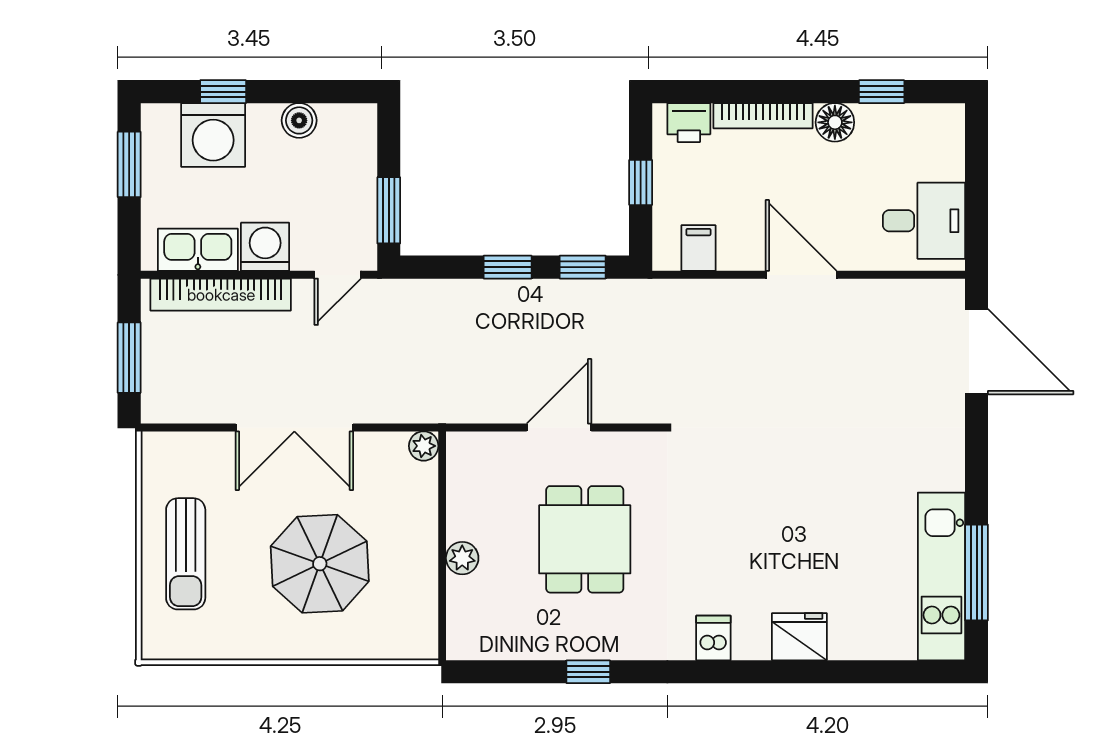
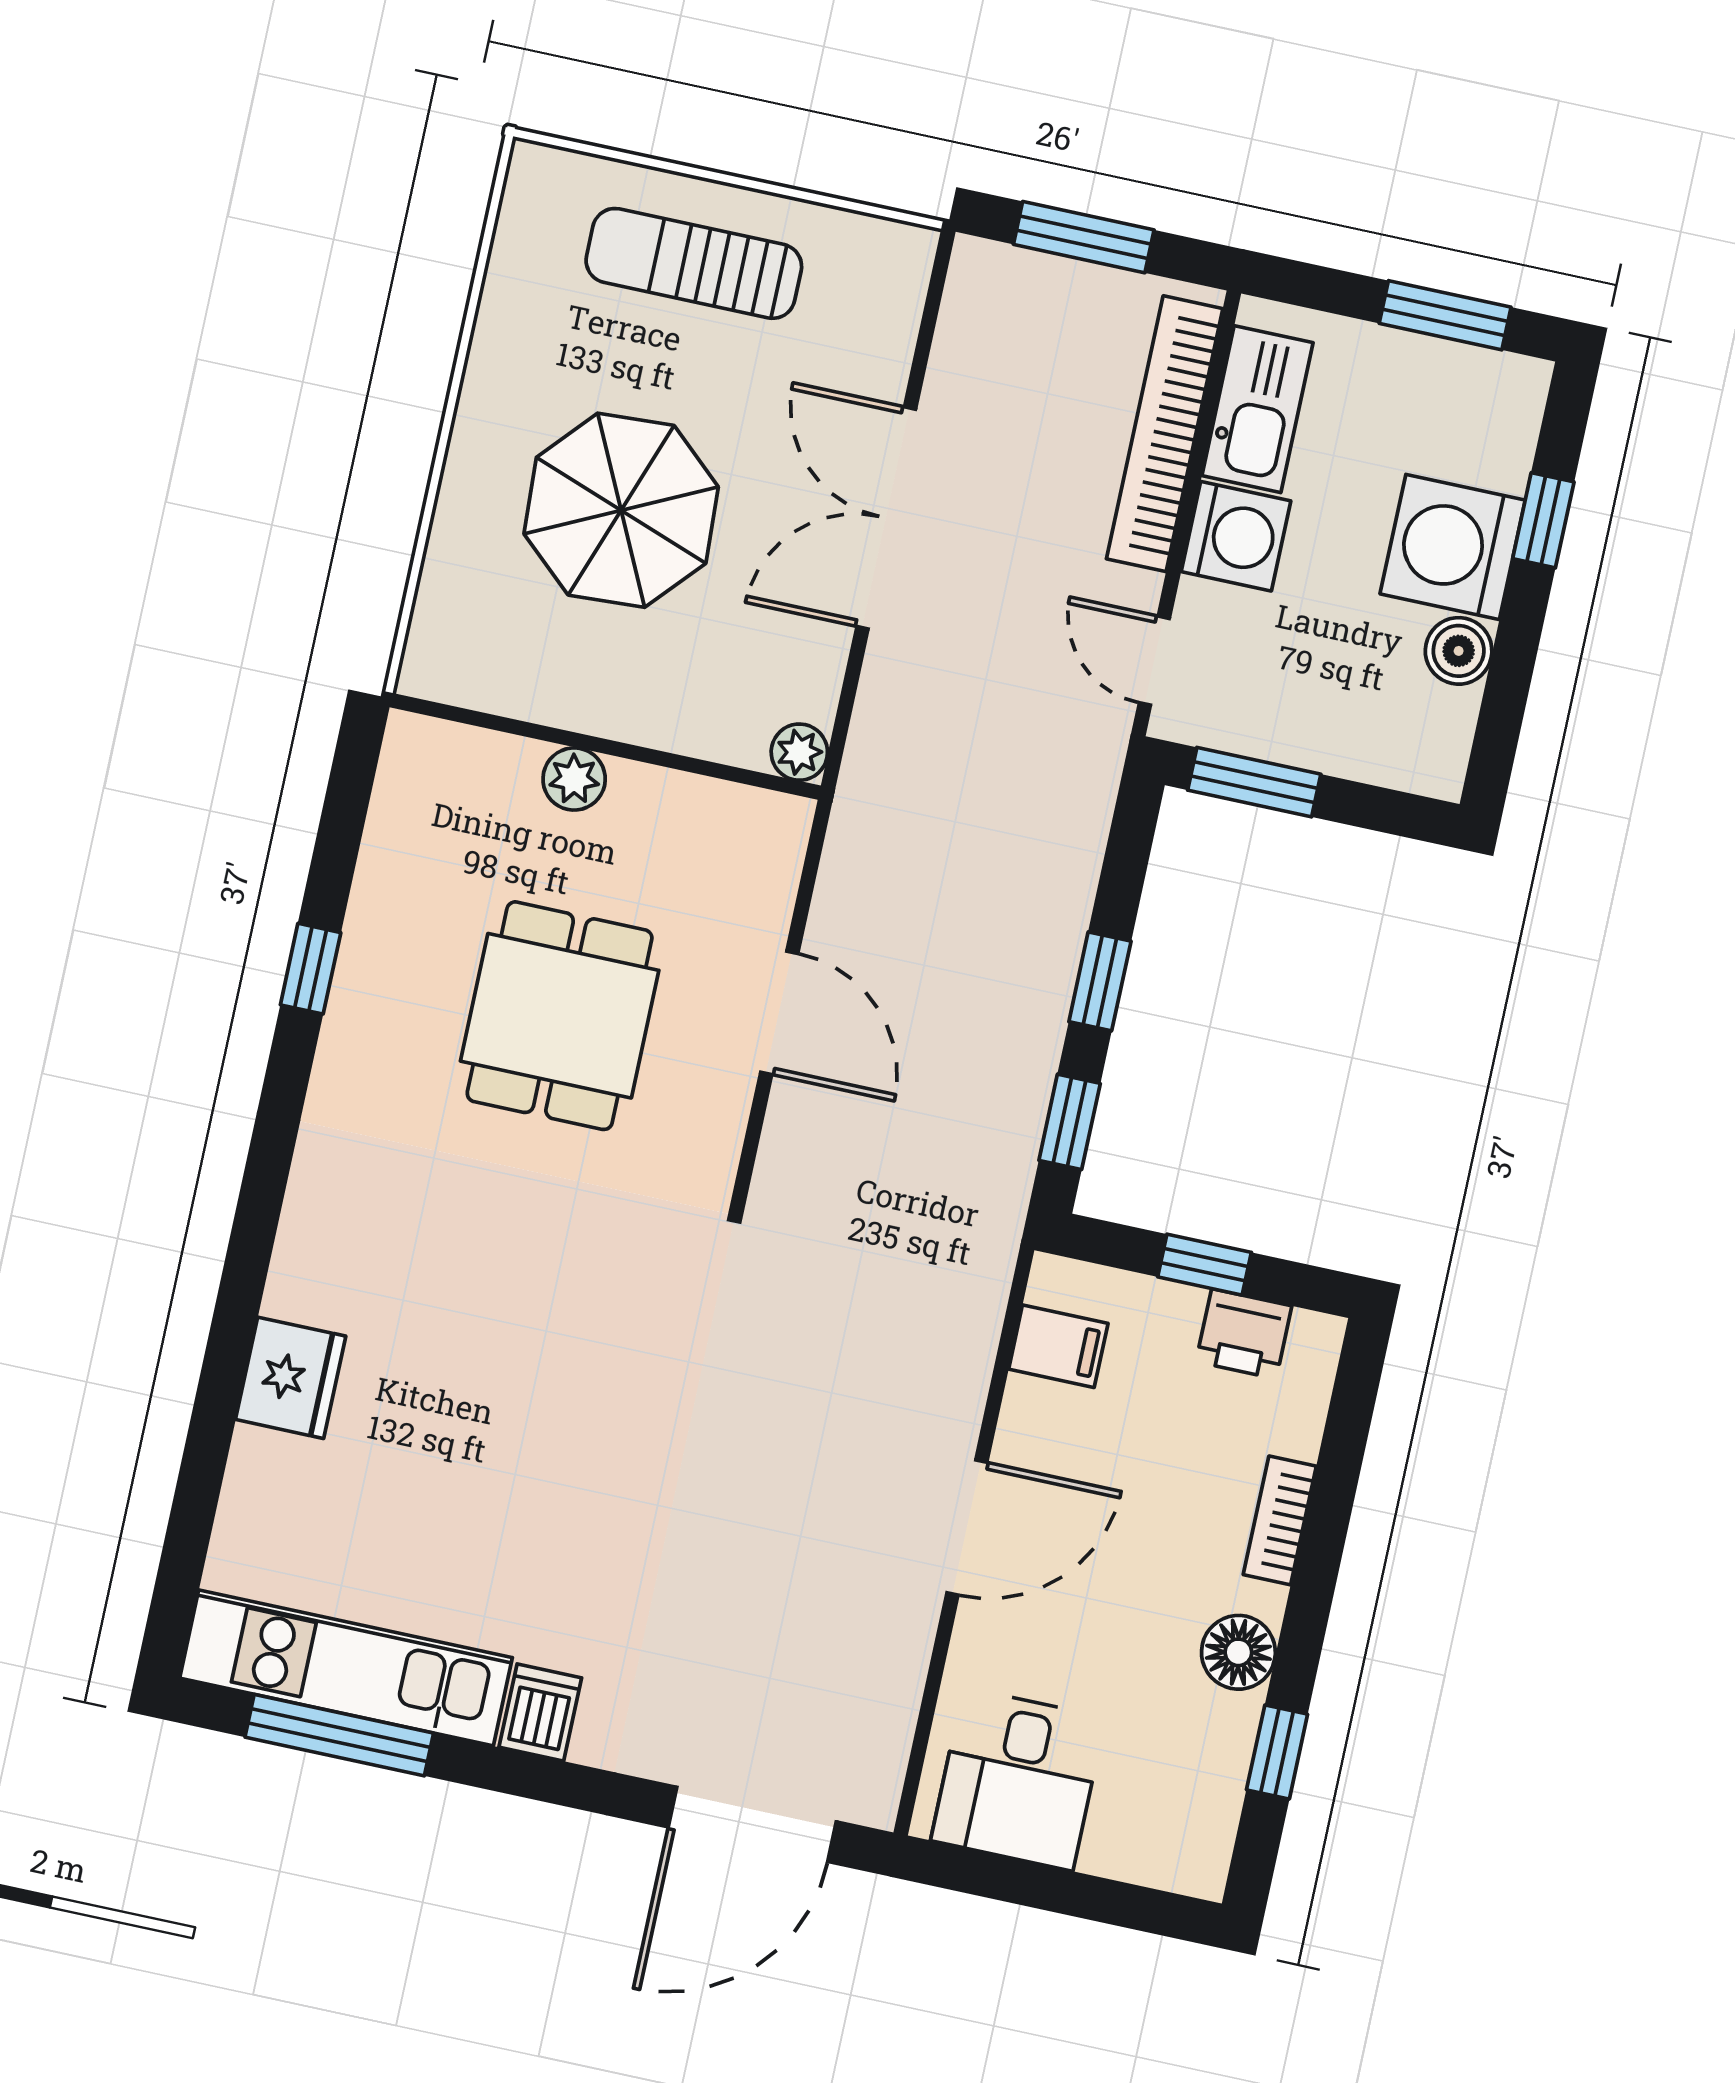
bookcase: (763, 116) -> (1280, 1520), width x0.64
printer: (689, 123) -> (1244, 1334), moved, turned -90
washing machine: (213, 135) -> (1453, 547), moved
dining table: (585, 539) -> (560, 1016), turned 90
dishwasher: (713, 638) -> (540, 1713), moved, turned -90

